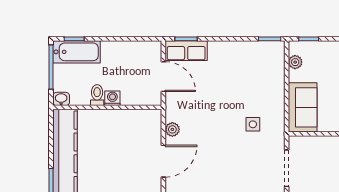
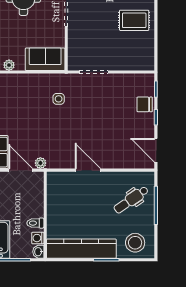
door: (163, 77) -> (21, 170), hinge flipped
washing machine: (112, 98) -> (38, 238), moved
plant: (172, 129) -> (40, 163), moved

